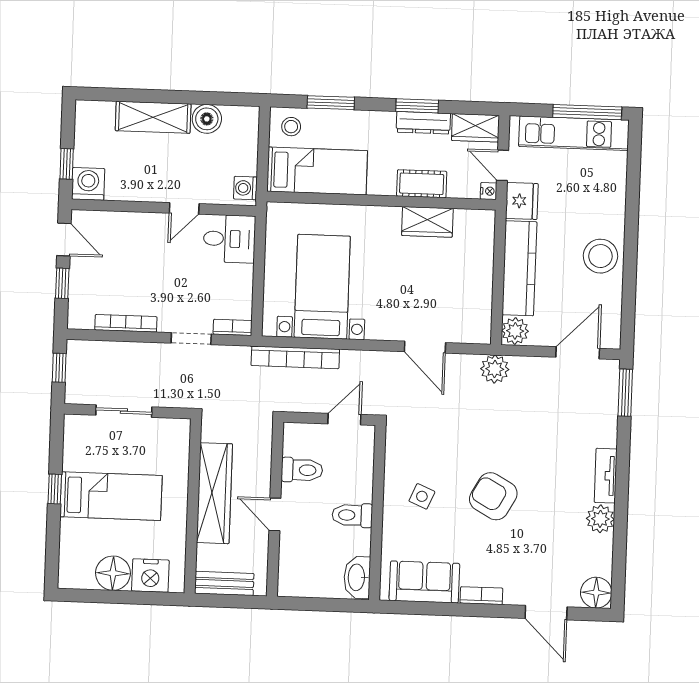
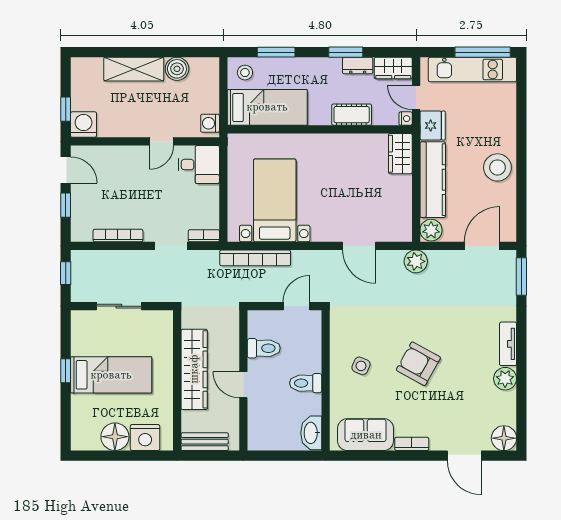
dresser: (423, 123) -> (358, 66), width x0.70
wardrobe: (427, 222) -> (400, 154), moved, turned 90

